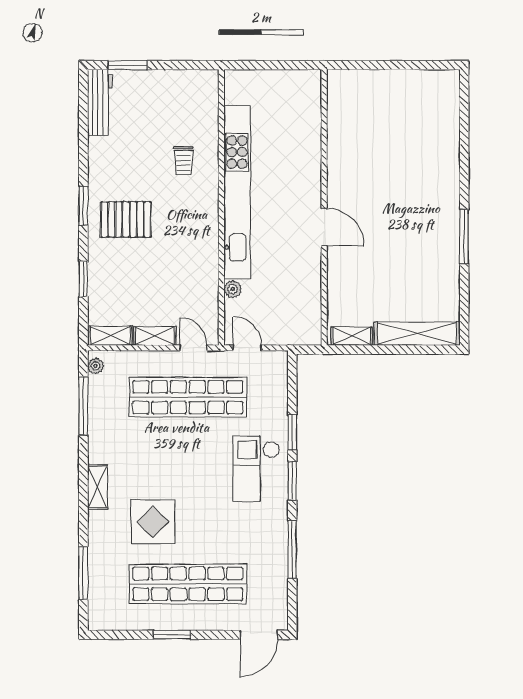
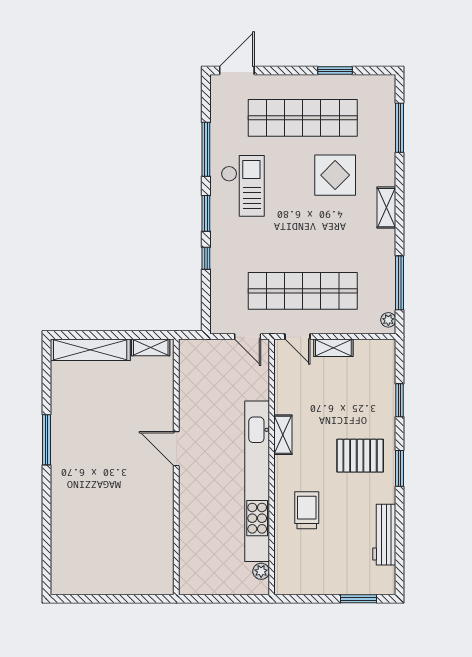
workbench: (100, 102) -> (384, 535), moved
trolley: (183, 161) -> (307, 510), width x1.36, depth x1.39
plant: (233, 289) -> (261, 571), moved
shelving: (110, 336) -> (283, 435), moved, turned 90
window: (292, 432) -> (206, 258), width x0.67
checkout: (256, 469) -> (243, 186), moved
window: (172, 635) -> (335, 70), moved

